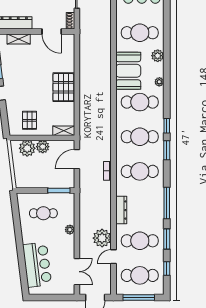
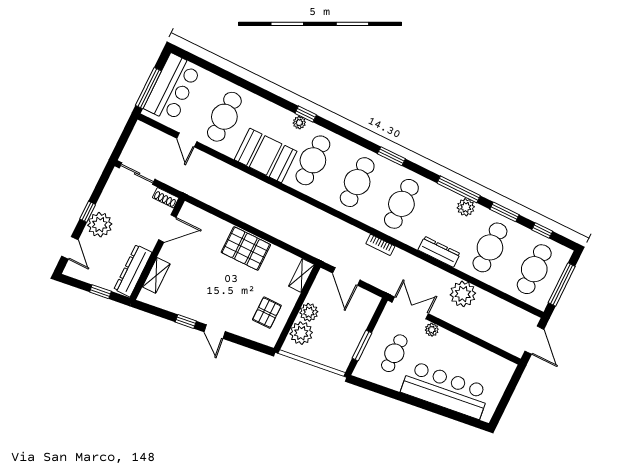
plant: (158, 56) -> (466, 207), moved
pallet: (29, 120) -> (267, 313), turned 90
window: (167, 126) -> (306, 114), moved
window: (59, 191) -> (362, 346), moved
door: (113, 257) -> (187, 140), moved
bar counter: (37, 265) -> (445, 390), width x1.36
double door: (77, 272) -> (410, 308), moved

